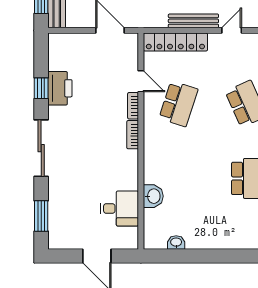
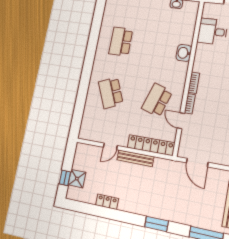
washbasin: (153, 196) -> (184, 53), moved

